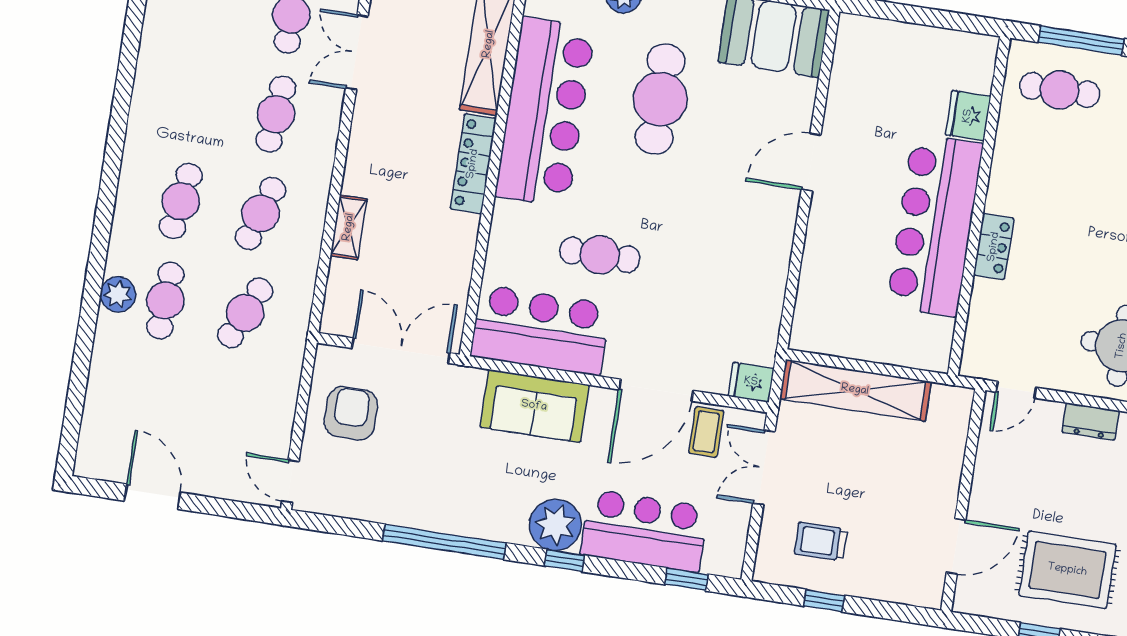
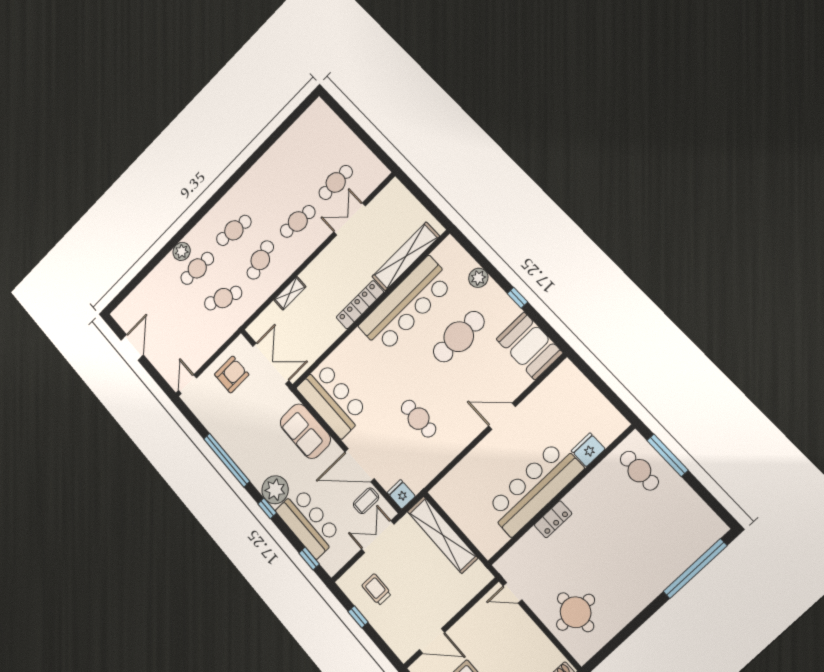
cafe table: (261, 213) -> (260, 260), turned -36
cafe table: (600, 255) -> (419, 419), moved
dresser: (1091, 422) -> (534, 635), removed

